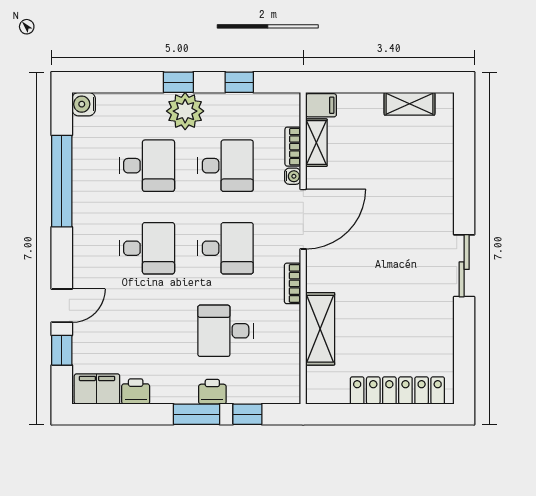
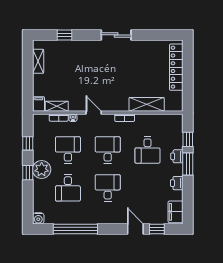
window: (464, 158) -> (64, 35), added
desk: (147, 166) -> (68, 188), turned 180
door: (303, 219) -> (94, 113), width x0.53
printer: (136, 391) -> (177, 183), moved

